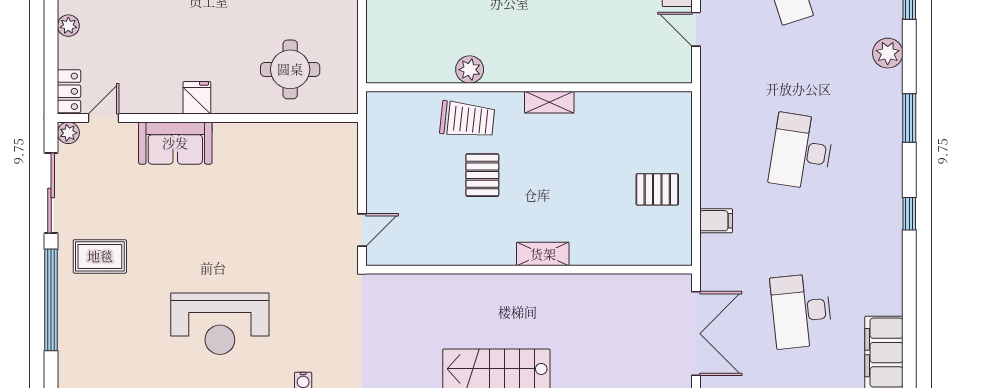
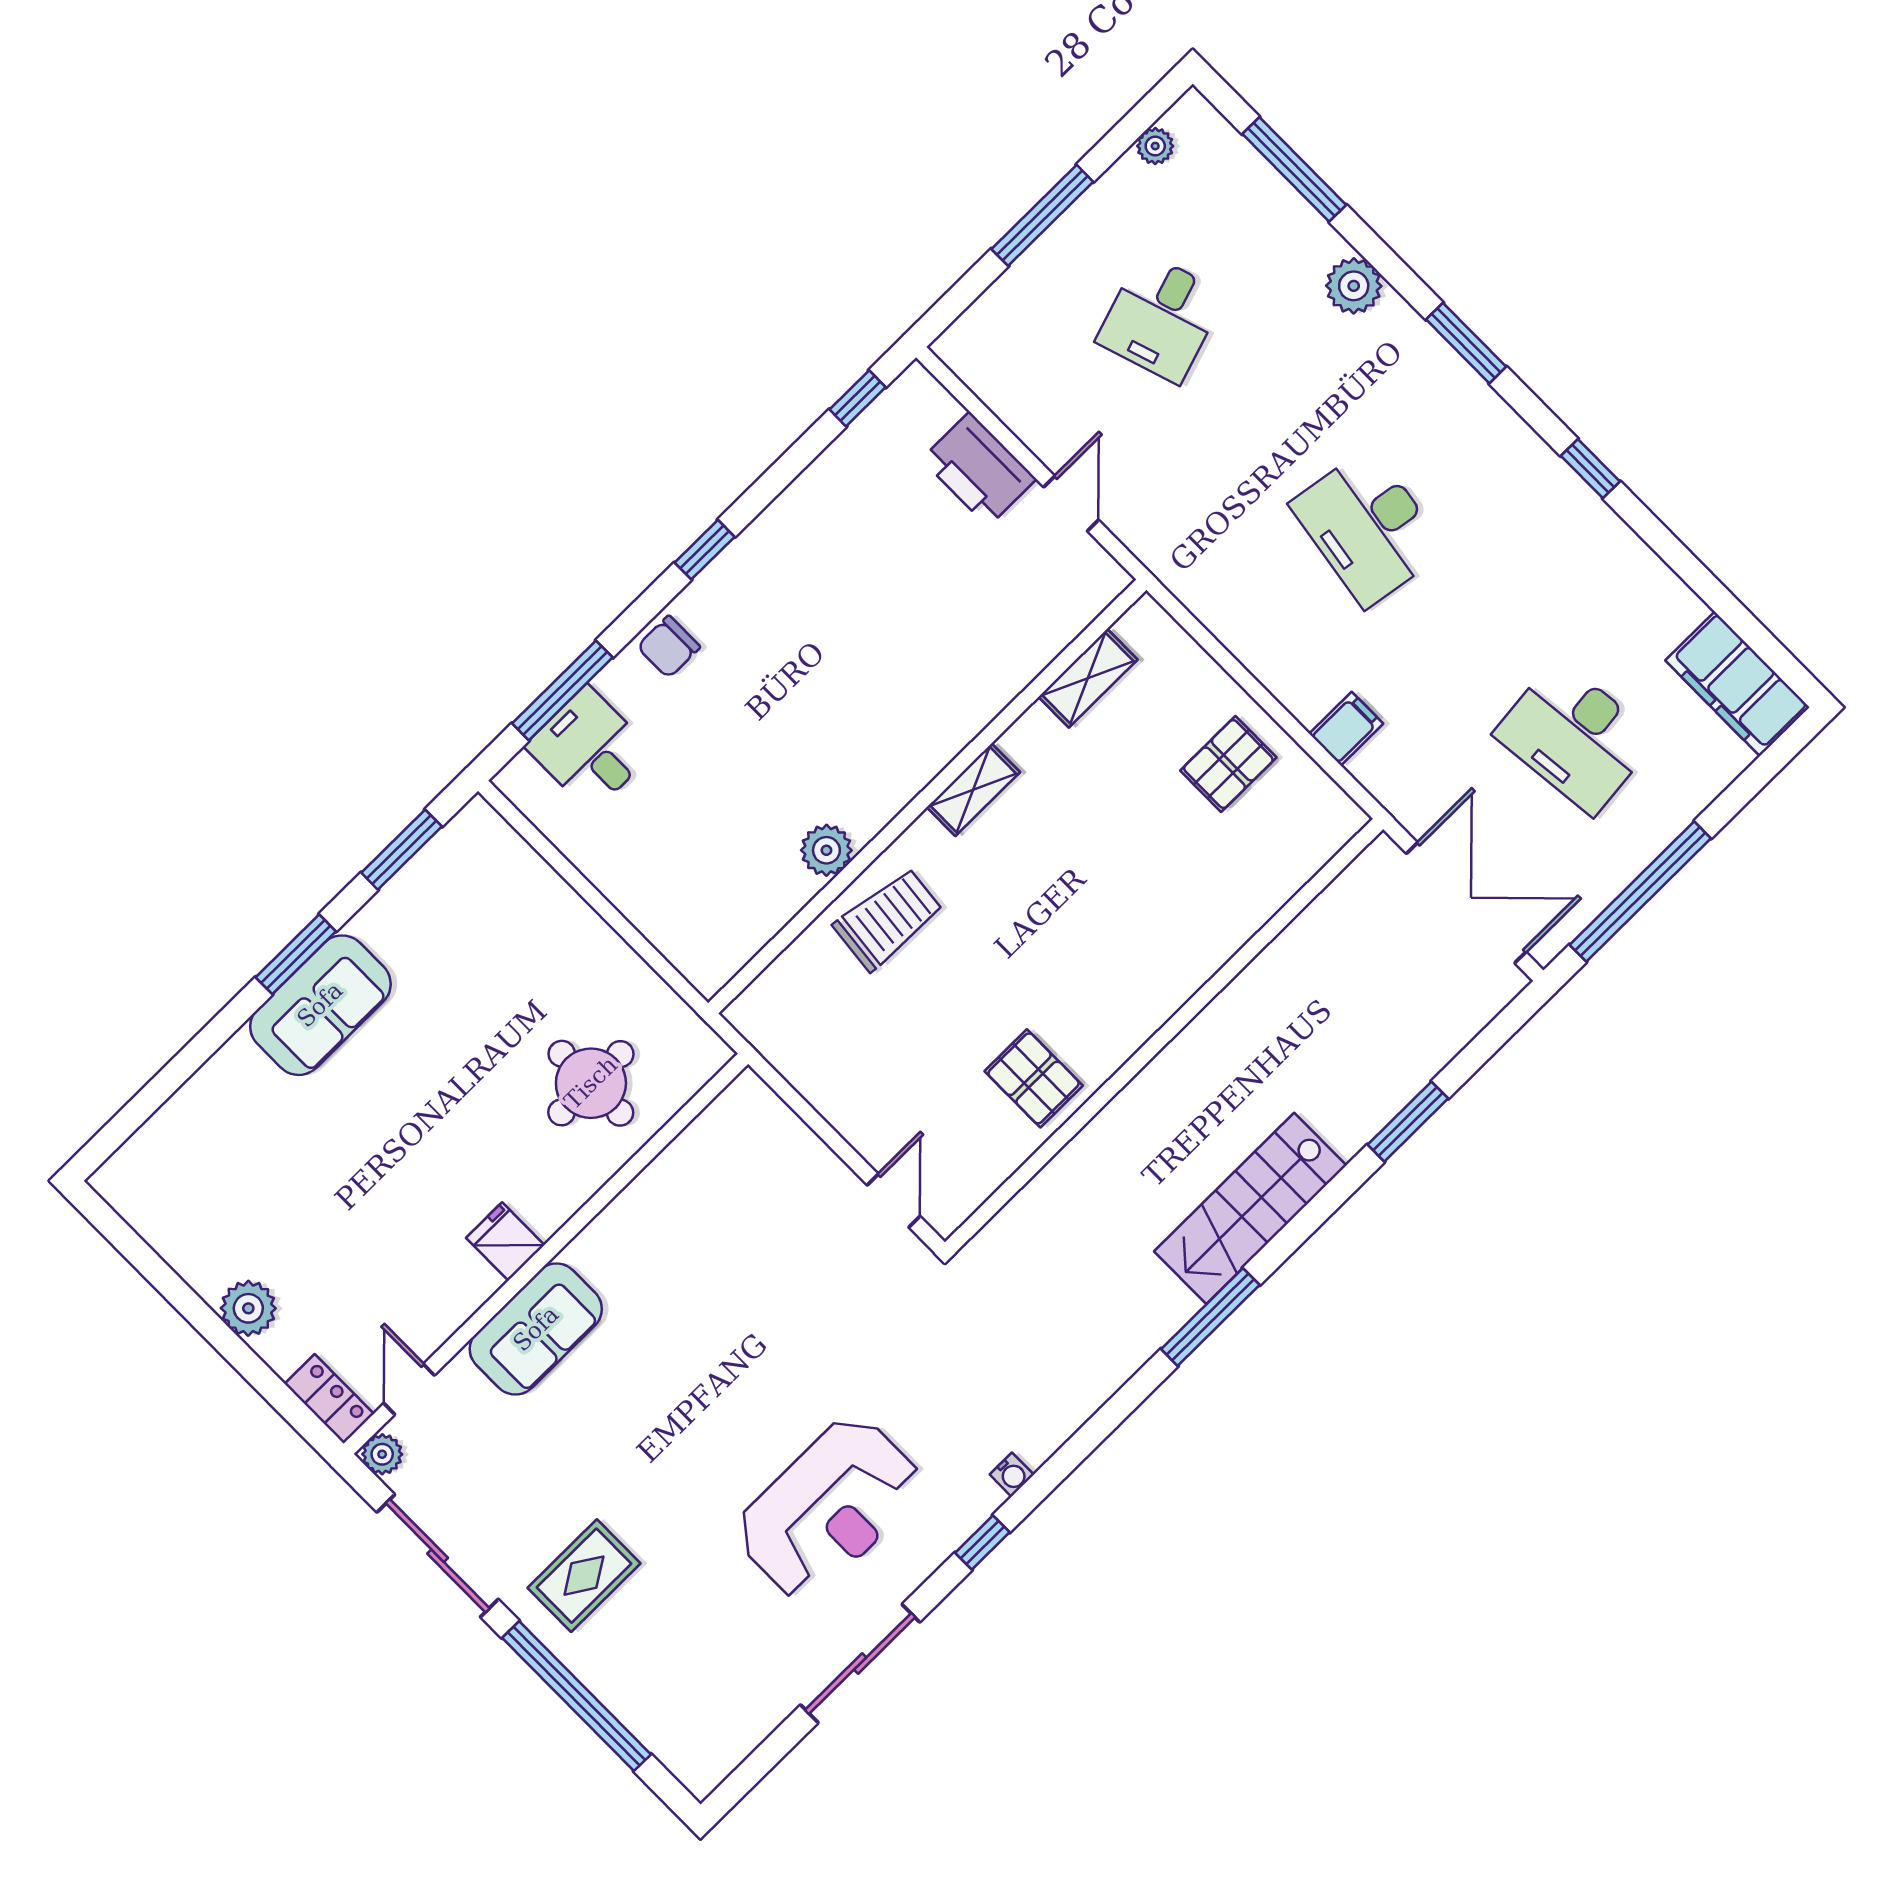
plant: (68, 26) -> (248, 1308), width x1.38, depth x1.38
door: (696, 29) -> (1071, 504), swing flipped
pallet: (482, 175) -> (1034, 1078), moved
shelving: (543, 254) -> (1088, 678), moved

